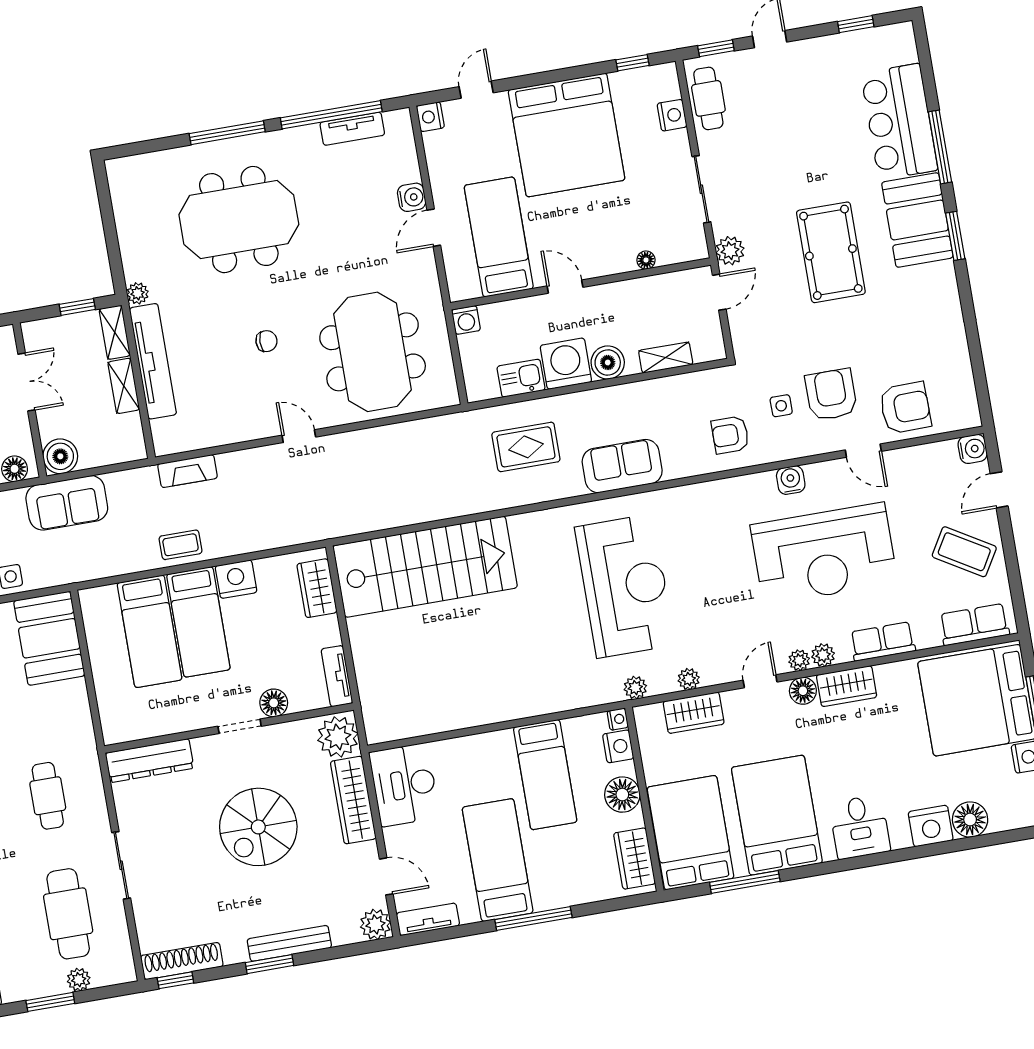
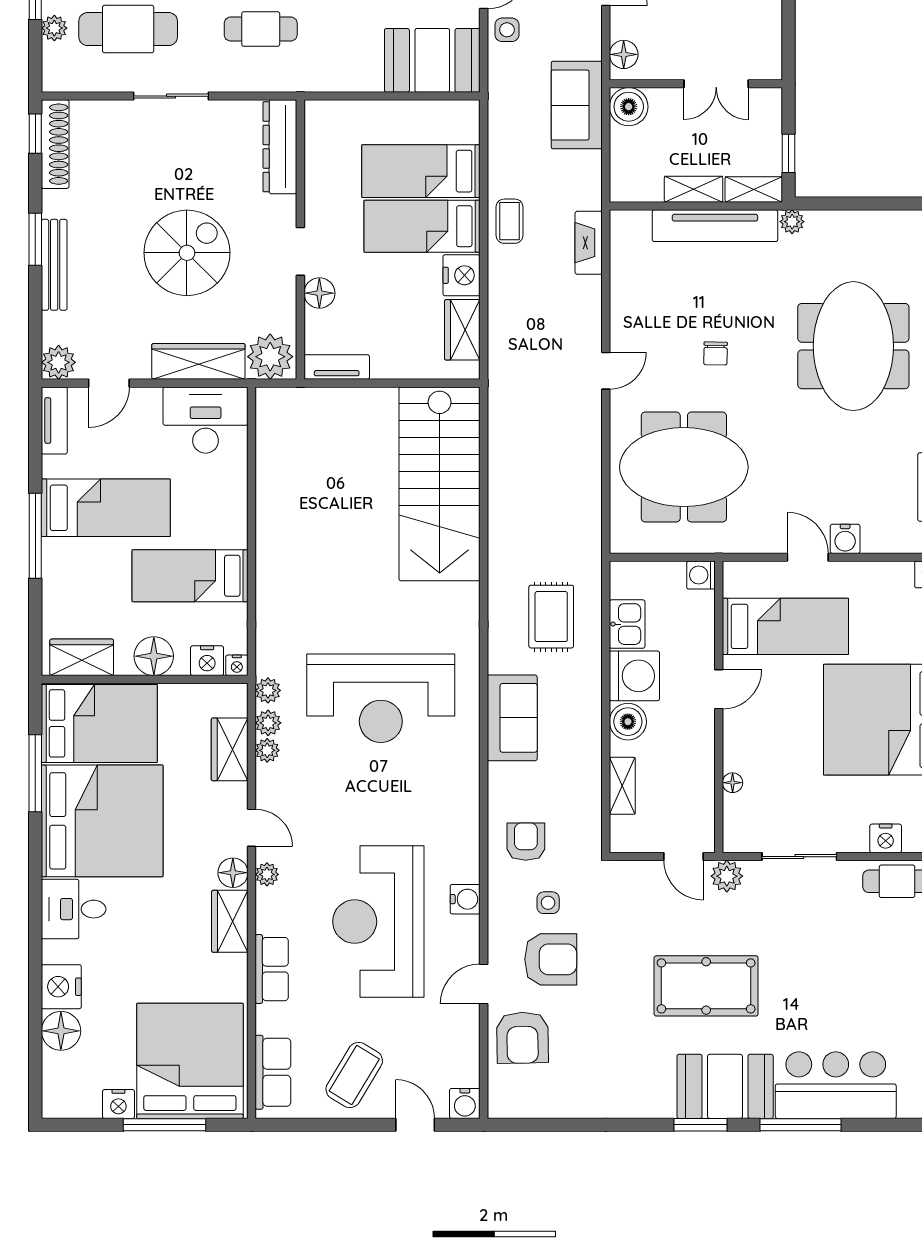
wardrobe: (317, 588) -> (462, 330), moved, turned -90
plant: (823, 655) -> (268, 723), moved
bed: (777, 815) -> (102, 821), width x1.36
spiral stairs: (258, 827) -> (187, 253), turned 90

